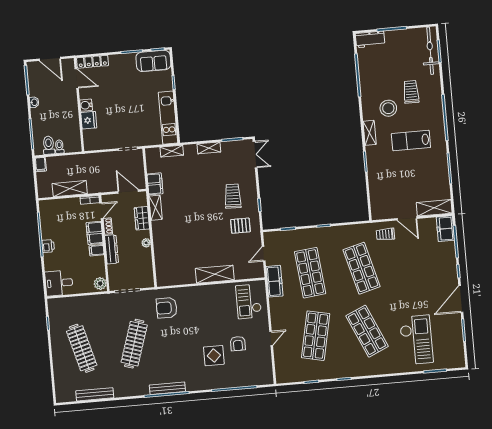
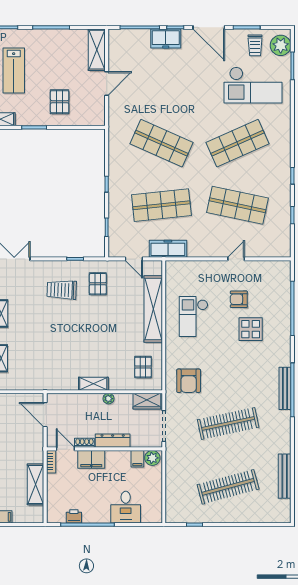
pallet: (388, 181) -> (60, 102), added
filing cabinet: (155, 184) -> (39, 382), removed
door: (128, 192) -> (45, 415), hinge flipped
shelving: (155, 208) -> (93, 384), moved
wardrobe: (142, 218) -> (147, 401), moved
freezer: (445, 229) -> (166, 39), moved
trolley: (385, 234) -> (255, 45), moved
printer: (48, 246) -> (74, 516), moved
filing cabinet: (97, 250) -> (137, 459), moved
shop shelf: (362, 268) -> (161, 143), turned 39
pallet: (175, 269) -> (143, 367), added
shelving: (215, 274) -> (153, 309), width x1.47
desk: (59, 283) -> (126, 507), moved
checkout: (249, 301) -> (194, 316), moved, turned 90
door: (271, 338) -> (236, 259), hinge flipped
checkout: (416, 340) -> (253, 85), turned 180
clothes rail: (134, 344) -> (228, 423), turned -30
armchair: (238, 344) -> (239, 299), turned 180
plant: (451, 360) -> (281, 45), added

